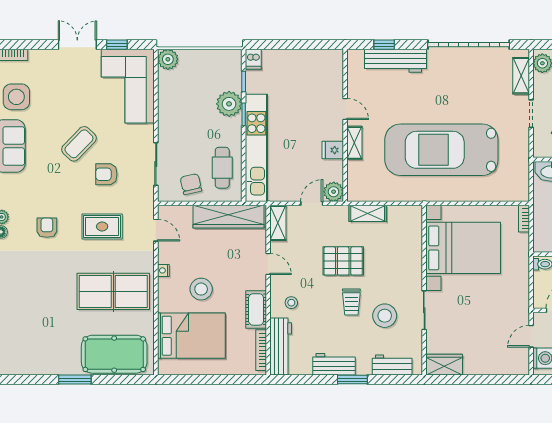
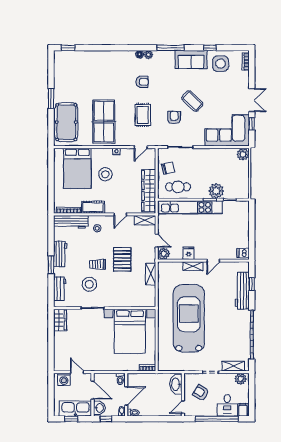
dishwasher: (253, 59) -> (243, 253), moved

